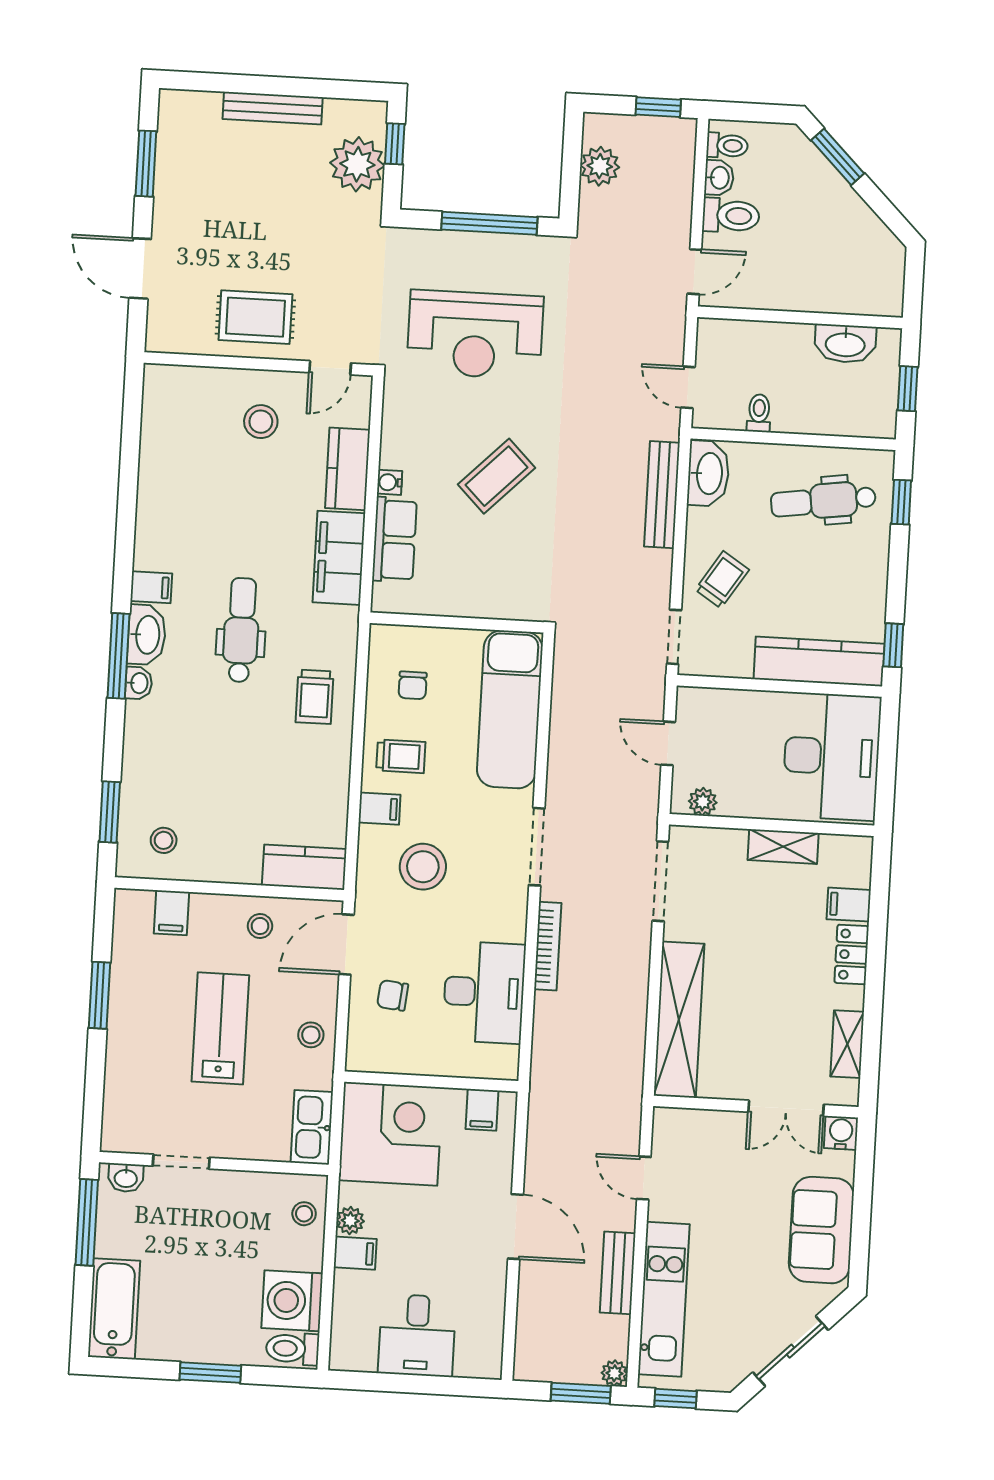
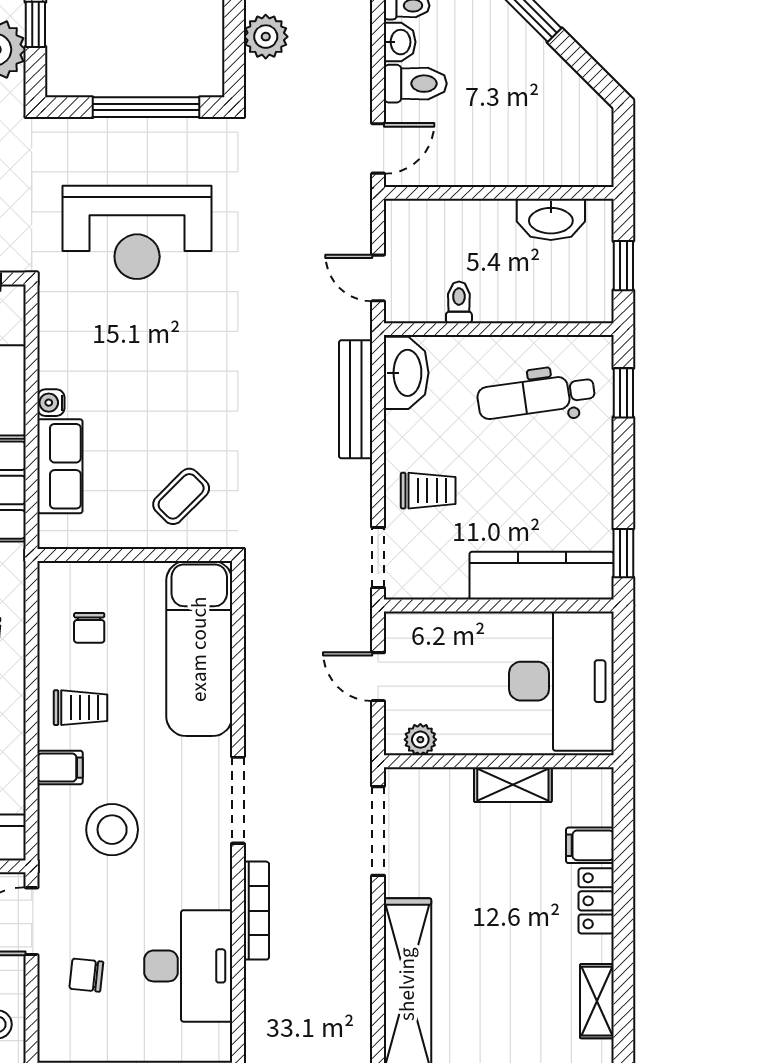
coffee table: (497, 476) -> (181, 496), moved, width x0.73, depth x0.77
trolley: (722, 580) -> (428, 491), turned 57

